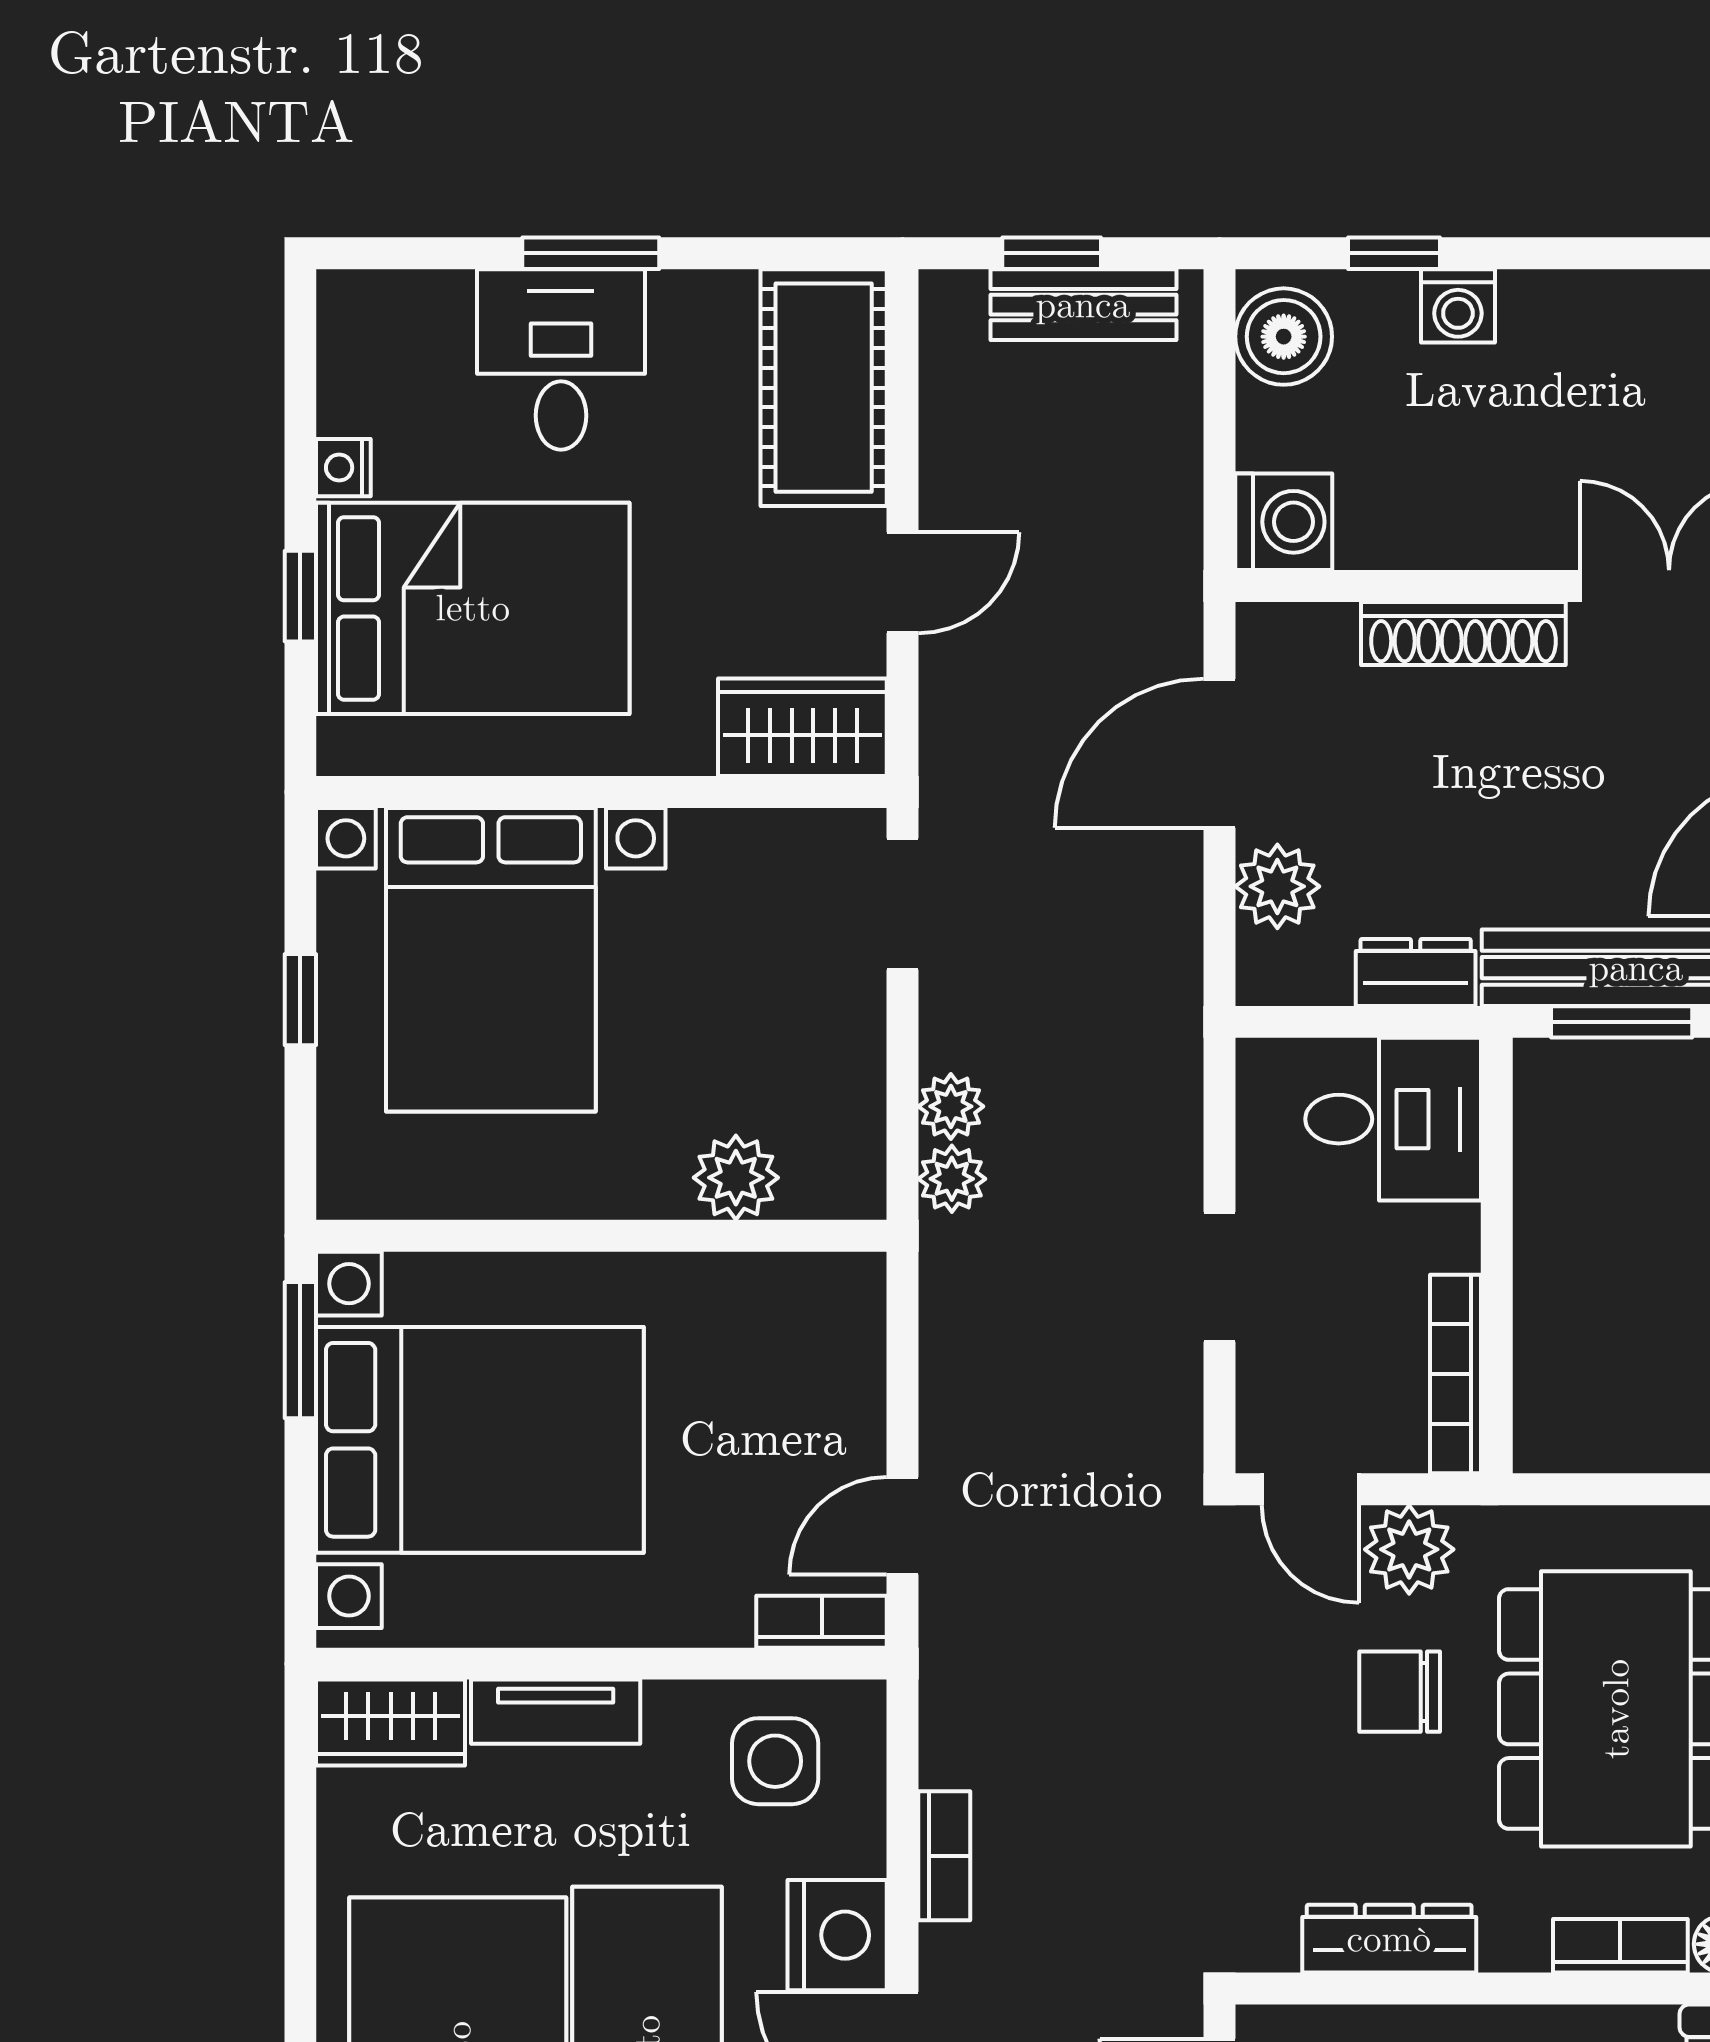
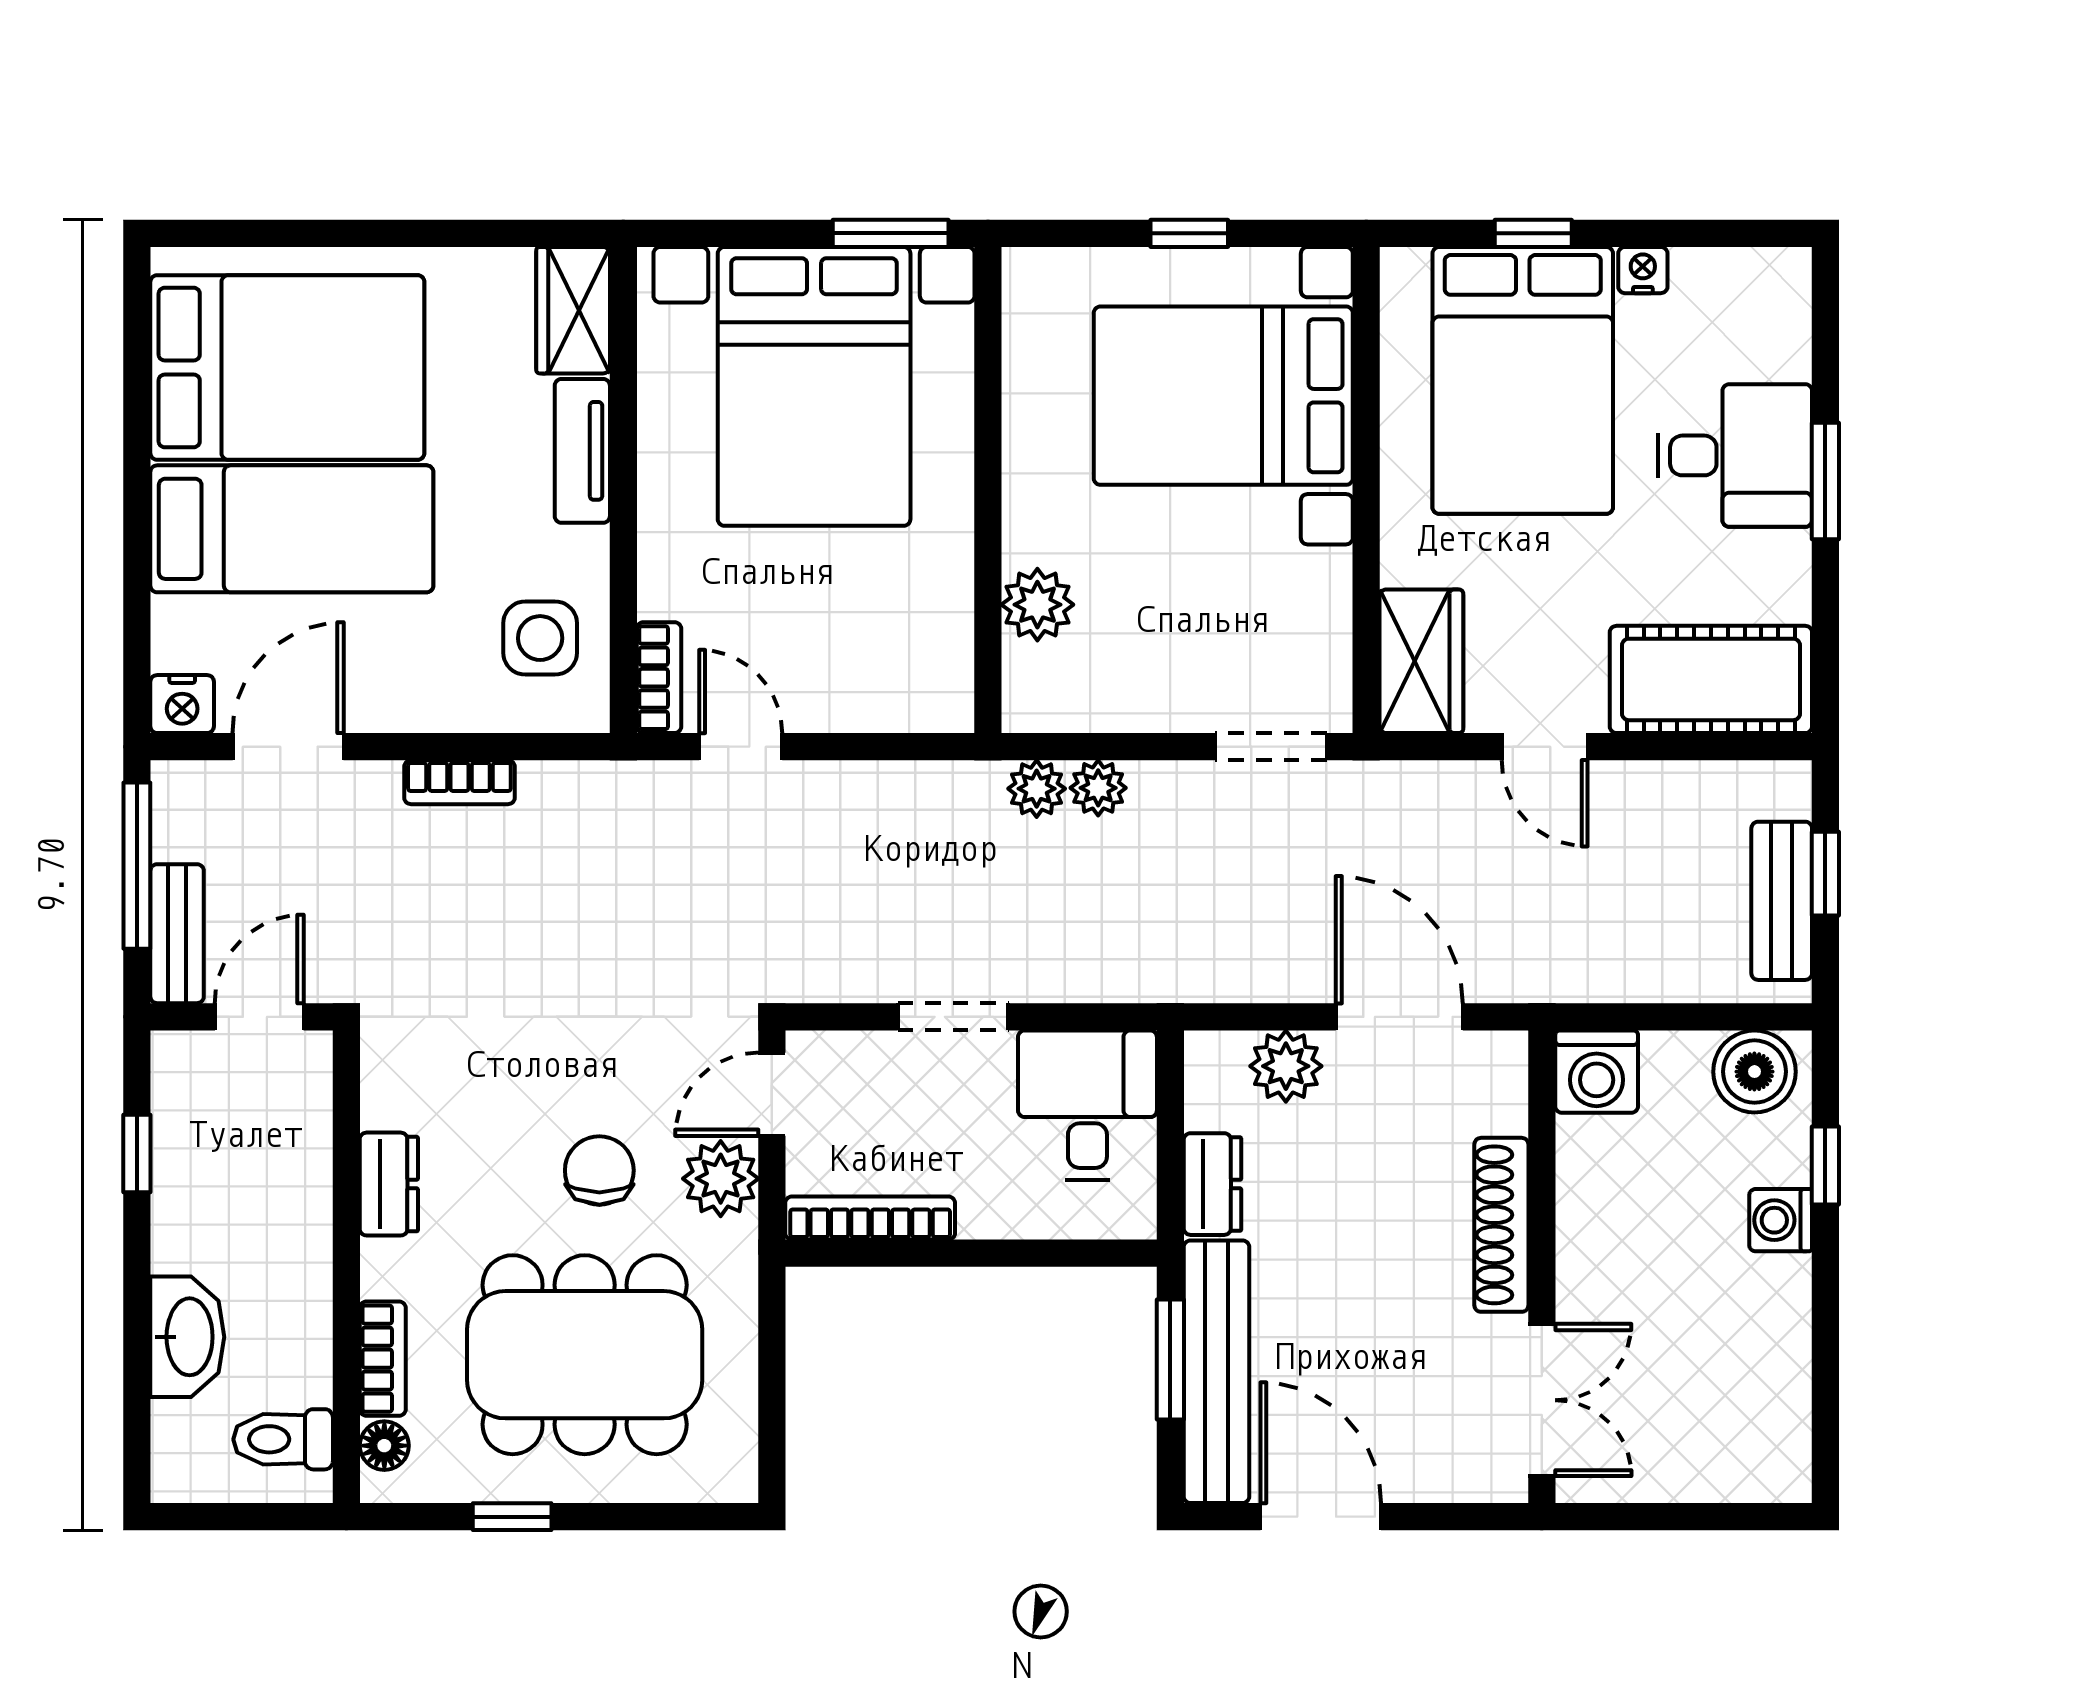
desk: (1393, 1119) -> (1087, 1105), moved, turned 180
nightstand: (837, 1935) -> (392, 691), removed
dresser: (1389, 1939) -> (389, 1184), width x0.70

